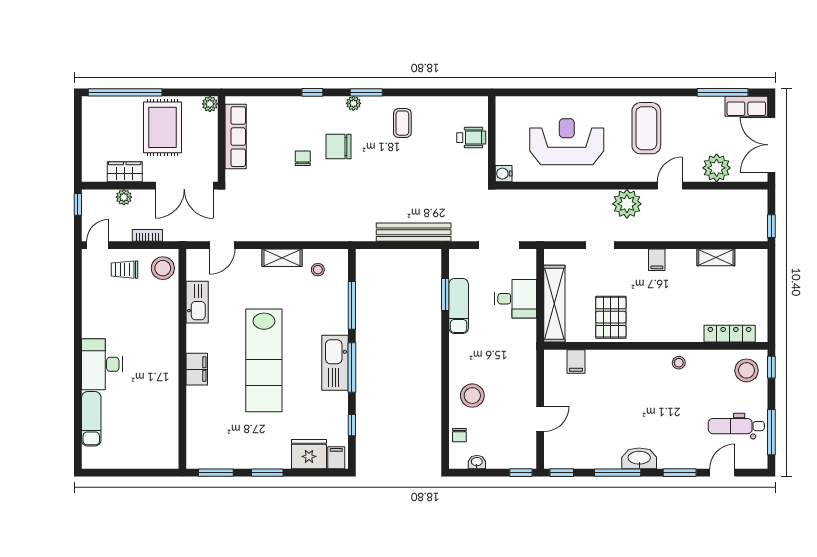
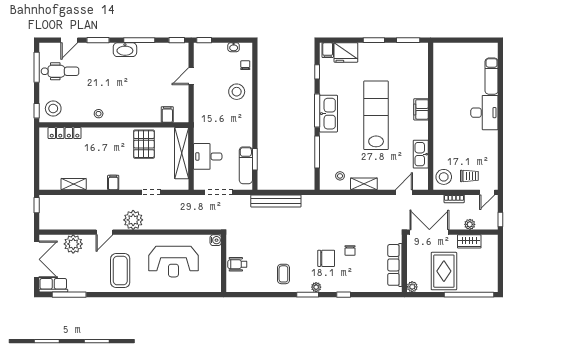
exam couch: (459, 306) -> (246, 165), moved

